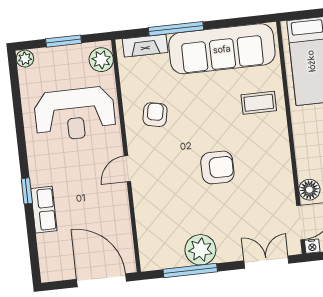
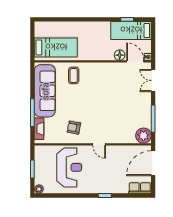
plant: (101, 60) -> (44, 151), removed
armchair: (217, 167) -> (103, 100), removed
row of seats: (44, 210) -> (140, 188), moved
plant: (200, 250) -> (143, 136), moved

